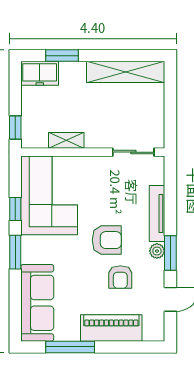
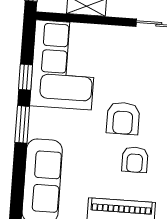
armchair: (107, 240) -> (123, 118), turned 90

